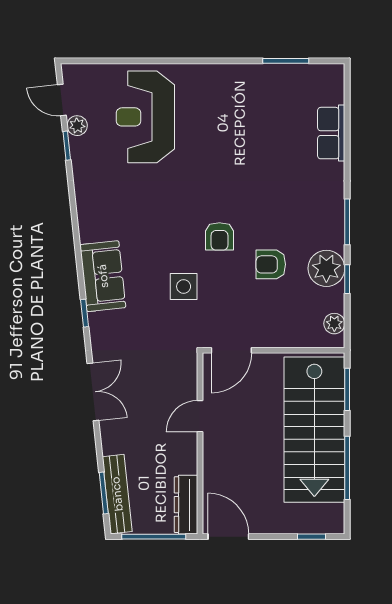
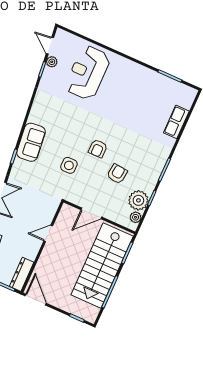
armchair: (271, 264) -> (117, 174), turned 96
plant: (326, 268) -> (138, 200), moved
door: (231, 350) -> (91, 213), moved

